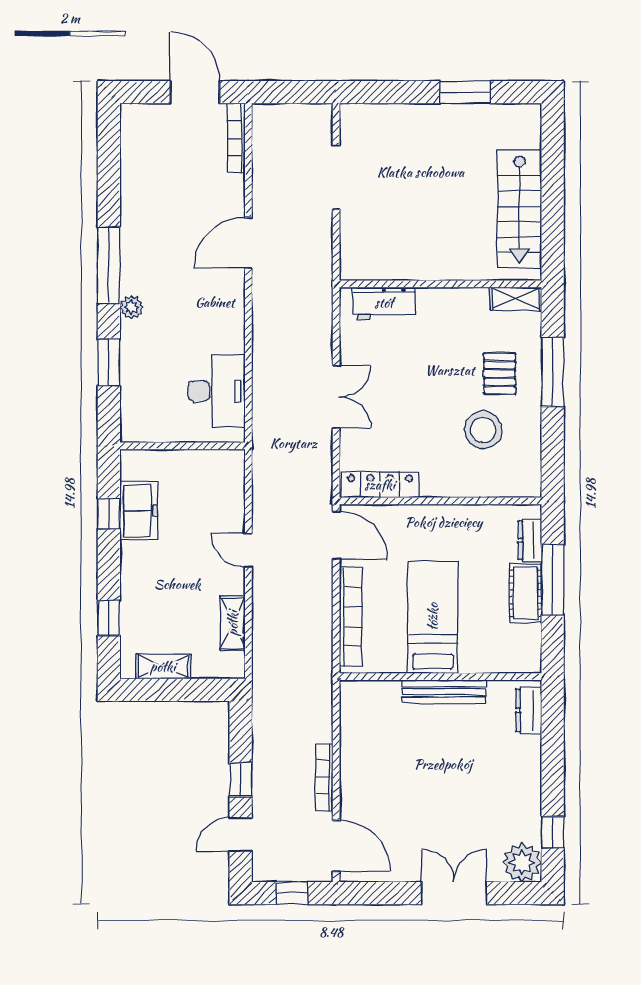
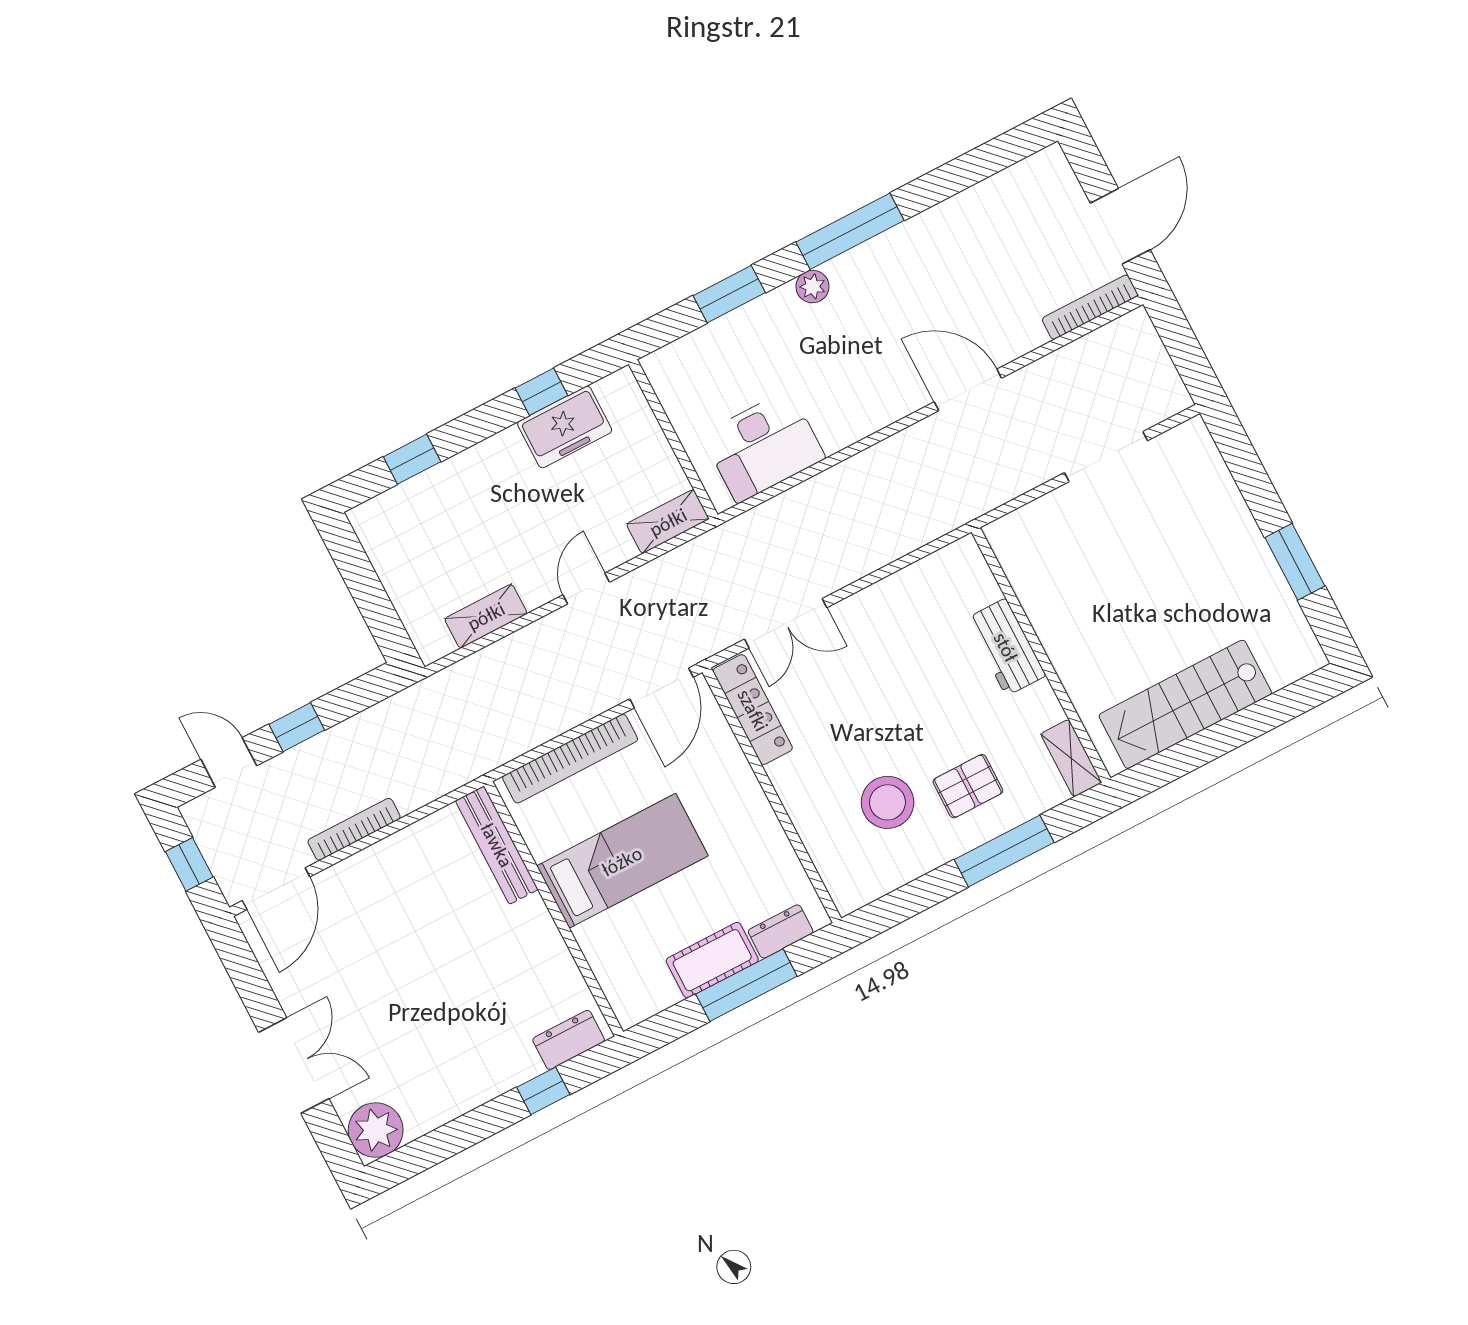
workbench: (384, 303) -> (1006, 647), moved
double door: (336, 397) -> (786, 623), moved
shelving: (163, 667) -> (668, 522), moved, turned 90
bench: (444, 692) -> (497, 845), moved
window: (553, 832) -> (543, 1091), moved

